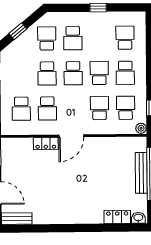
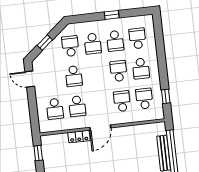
school desk: (73, 73) -> (115, 41), moved
plant: (141, 128) -> (159, 115), removed

